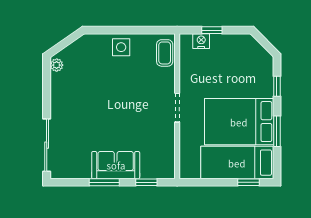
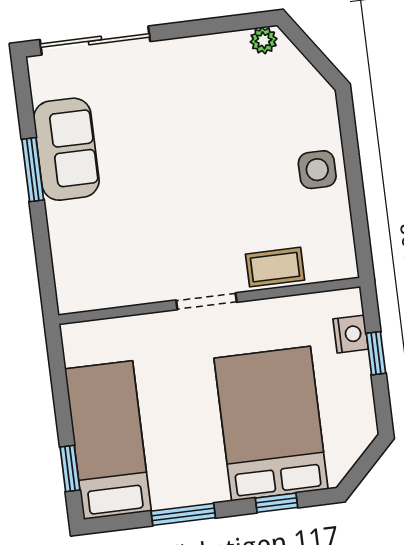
coffee table: (165, 53) -> (275, 267), moved
bed: (239, 122) -> (271, 424), moved
sofa: (116, 165) -> (66, 149), moved
window: (146, 182) -> (44, 257), removed

